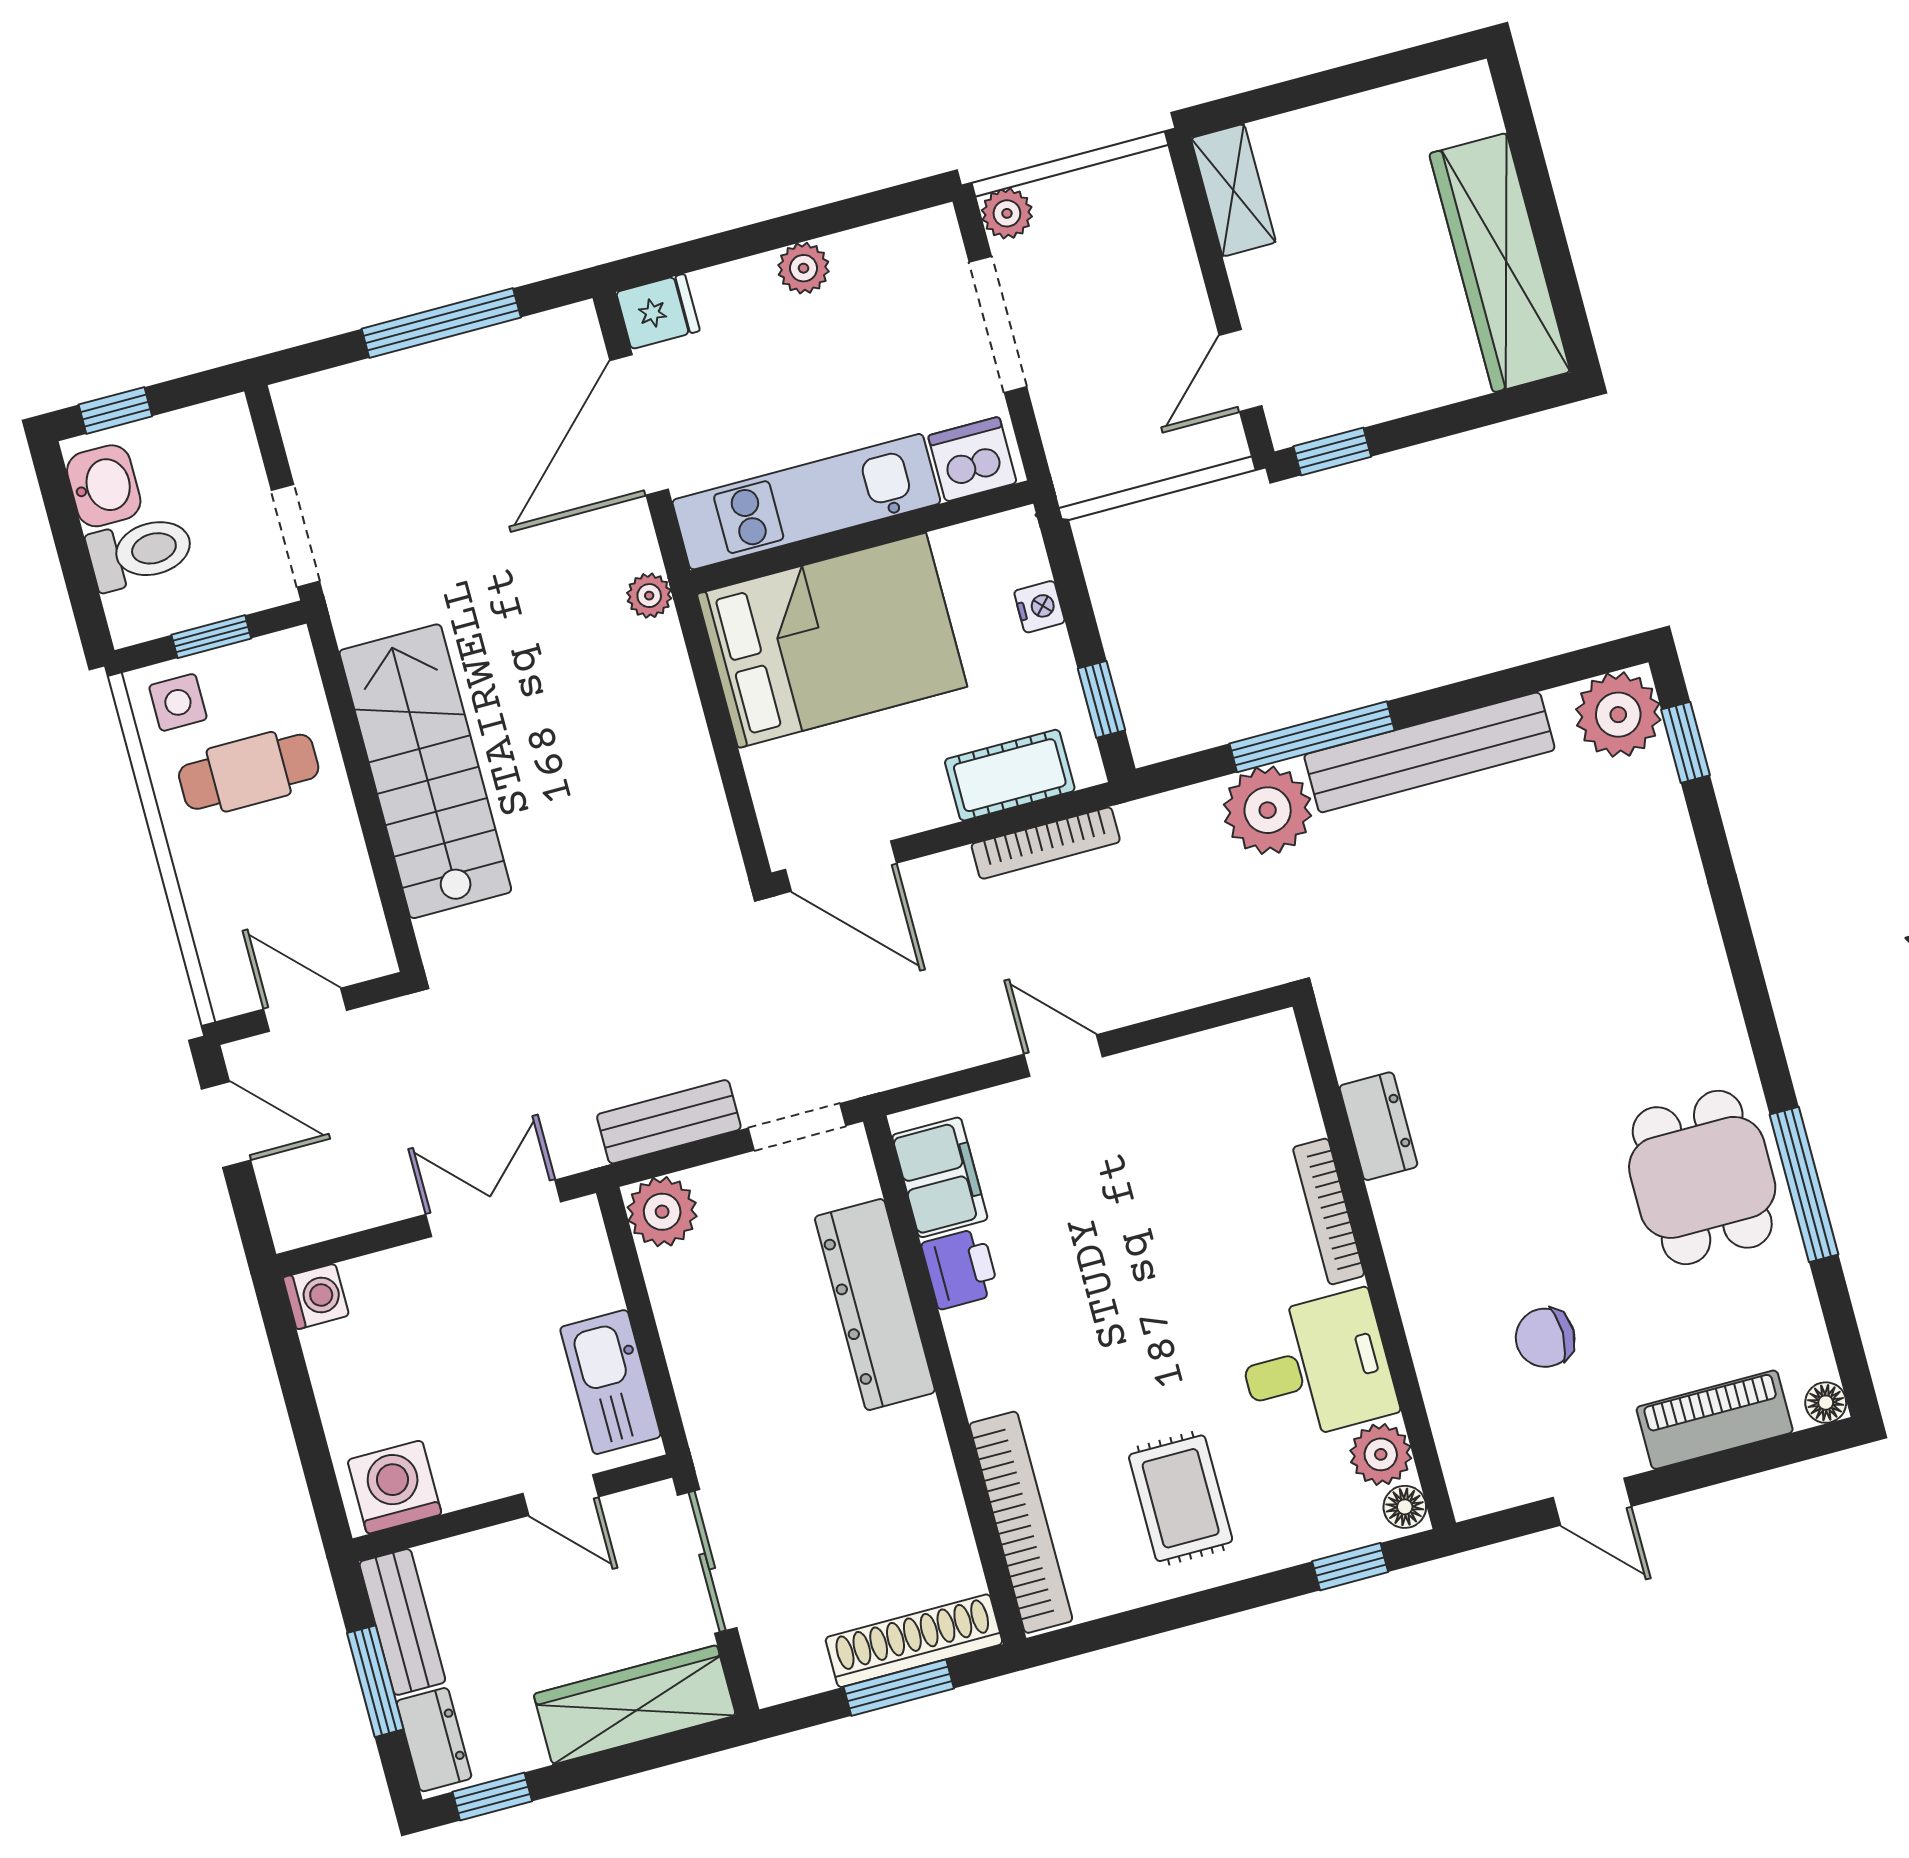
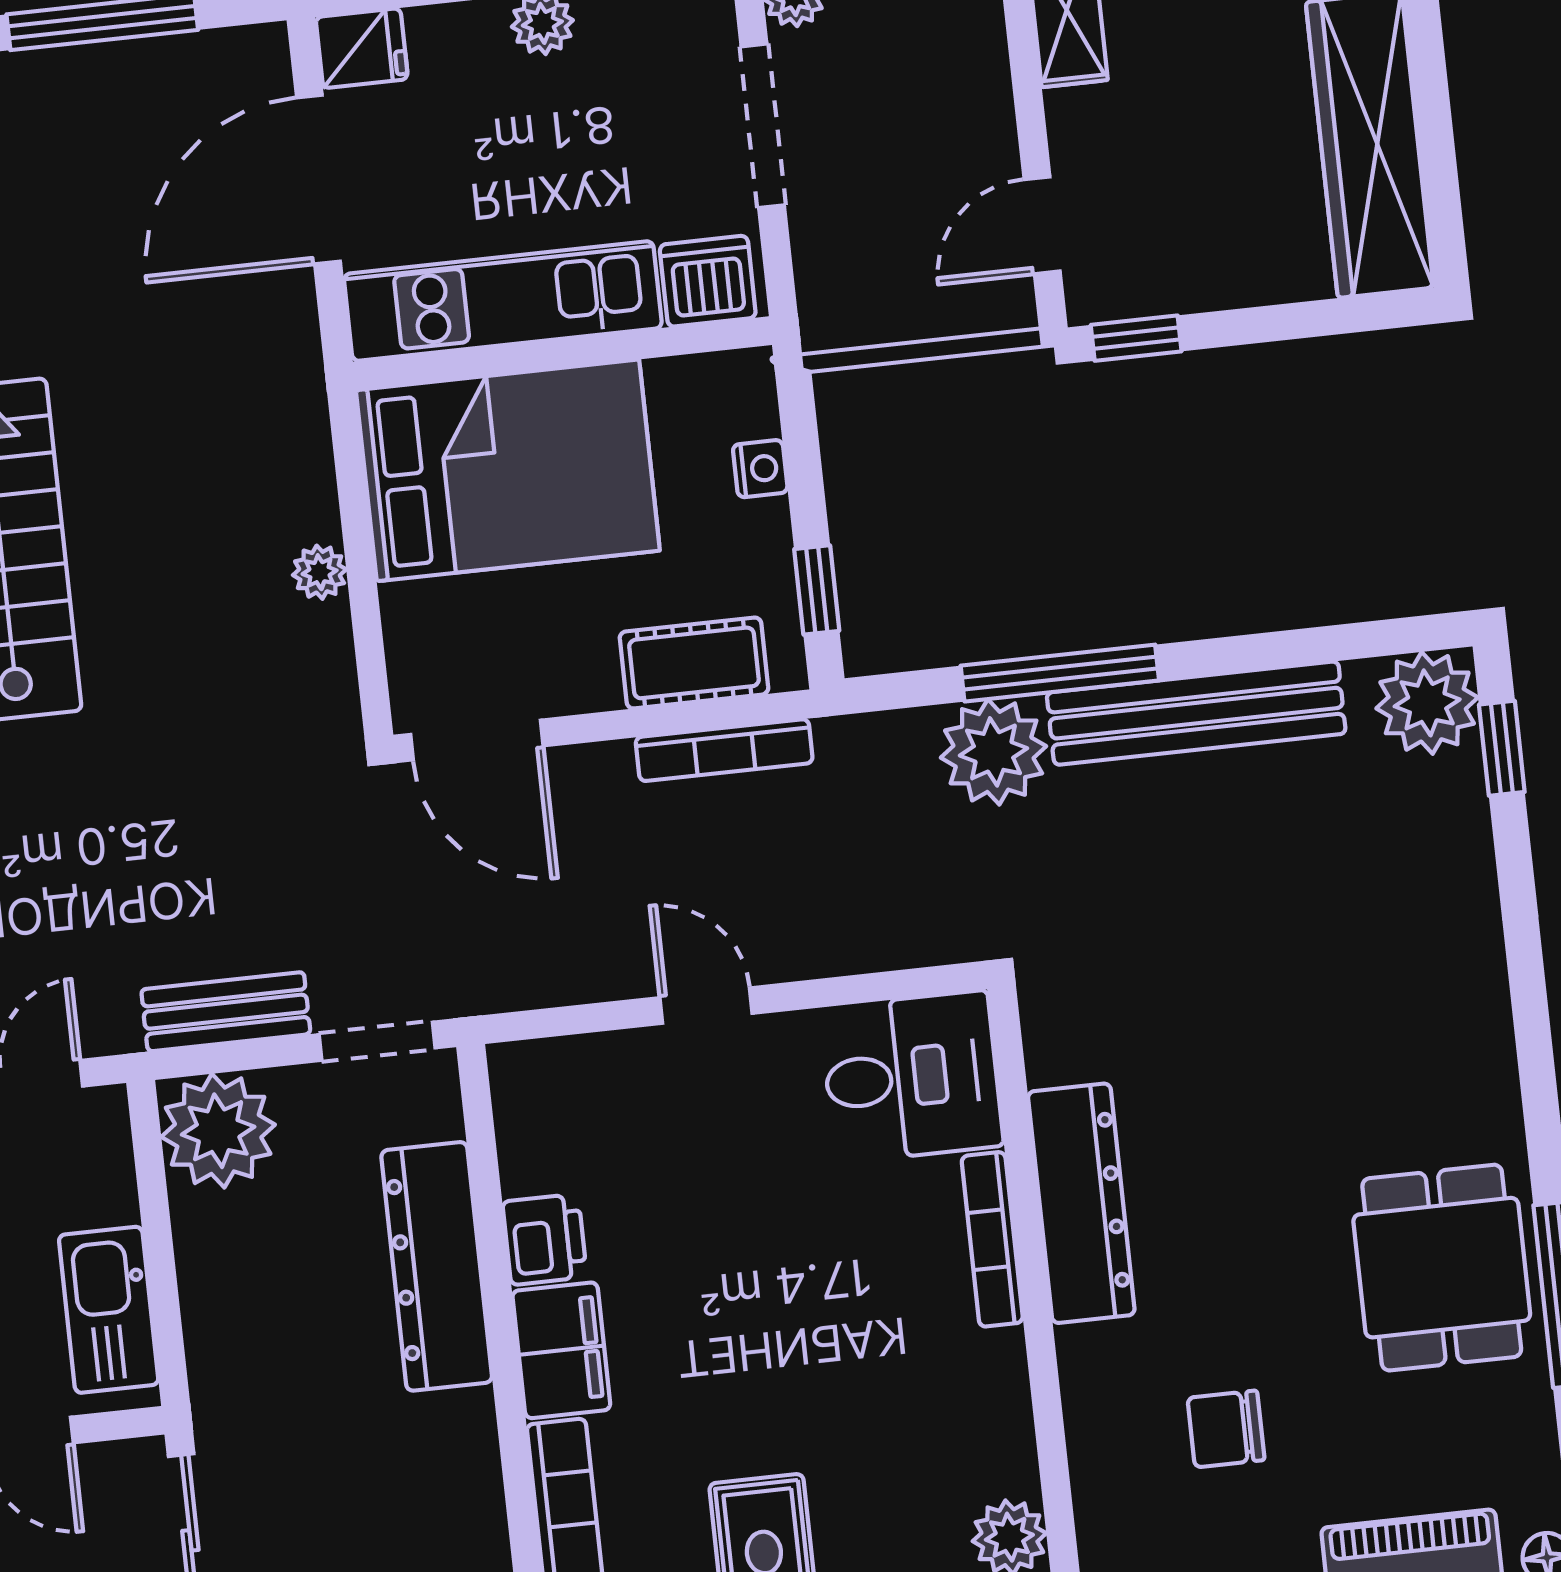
plant: (649, 596) -> (320, 572), moved
dresser: (1378, 1126) -> (1081, 1203), width x1.96, depth x1.24
filing cabinet: (940, 1177) -> (561, 1350), moved
plant: (662, 1212) -> (218, 1131), width x1.36, depth x1.36
desk: (1316, 1367) -> (911, 1077), moved

